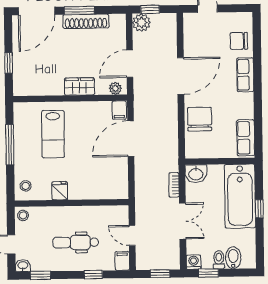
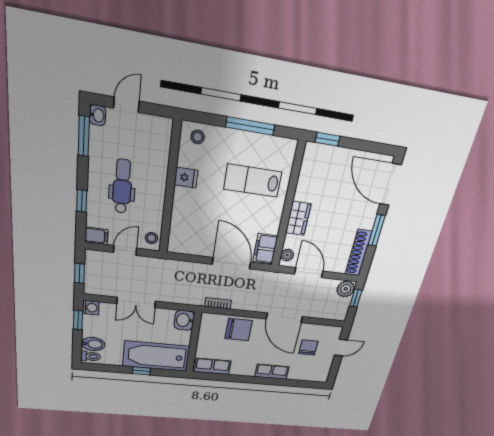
shoe rack: (86, 21) -> (358, 253), moved
chair: (239, 41) -> (308, 348), moved
window: (9, 63) -> (327, 139), moved
filing cabinet: (119, 110) -> (265, 249), width x2.00
bookcase: (174, 185) -> (218, 303), moved
stool: (23, 215) -> (151, 238), moved
toilet: (219, 260) -> (91, 356), moved
window: (40, 275) -> (84, 136), width x1.50

